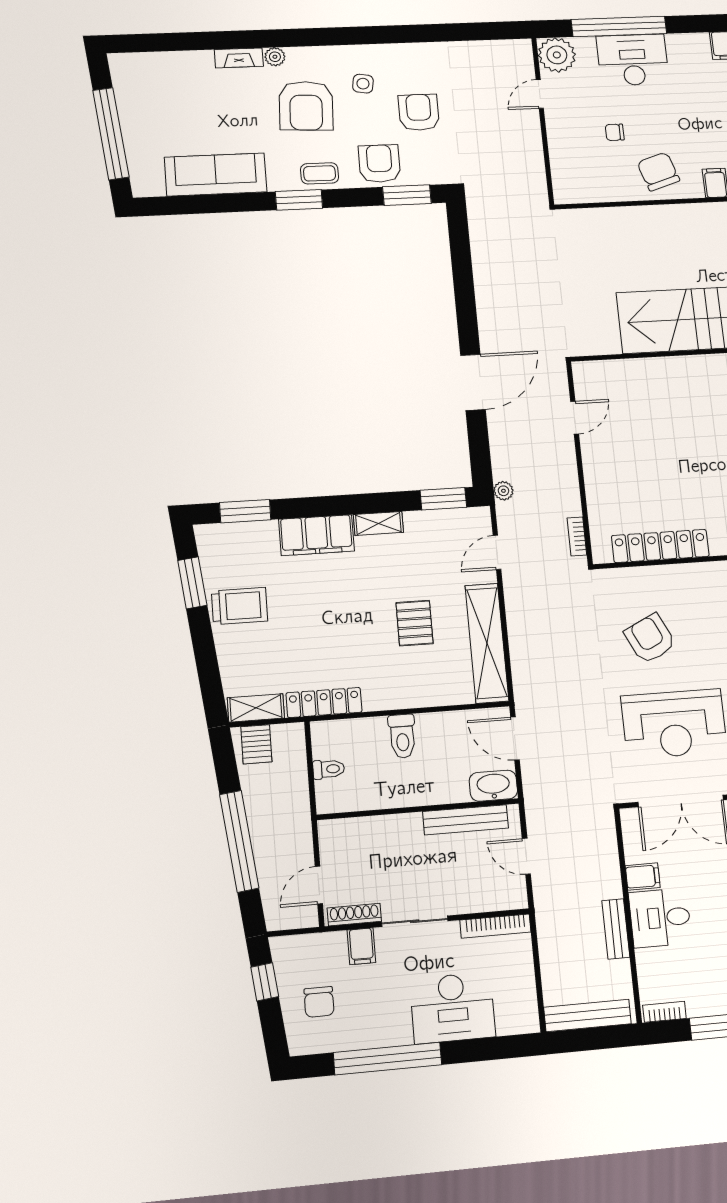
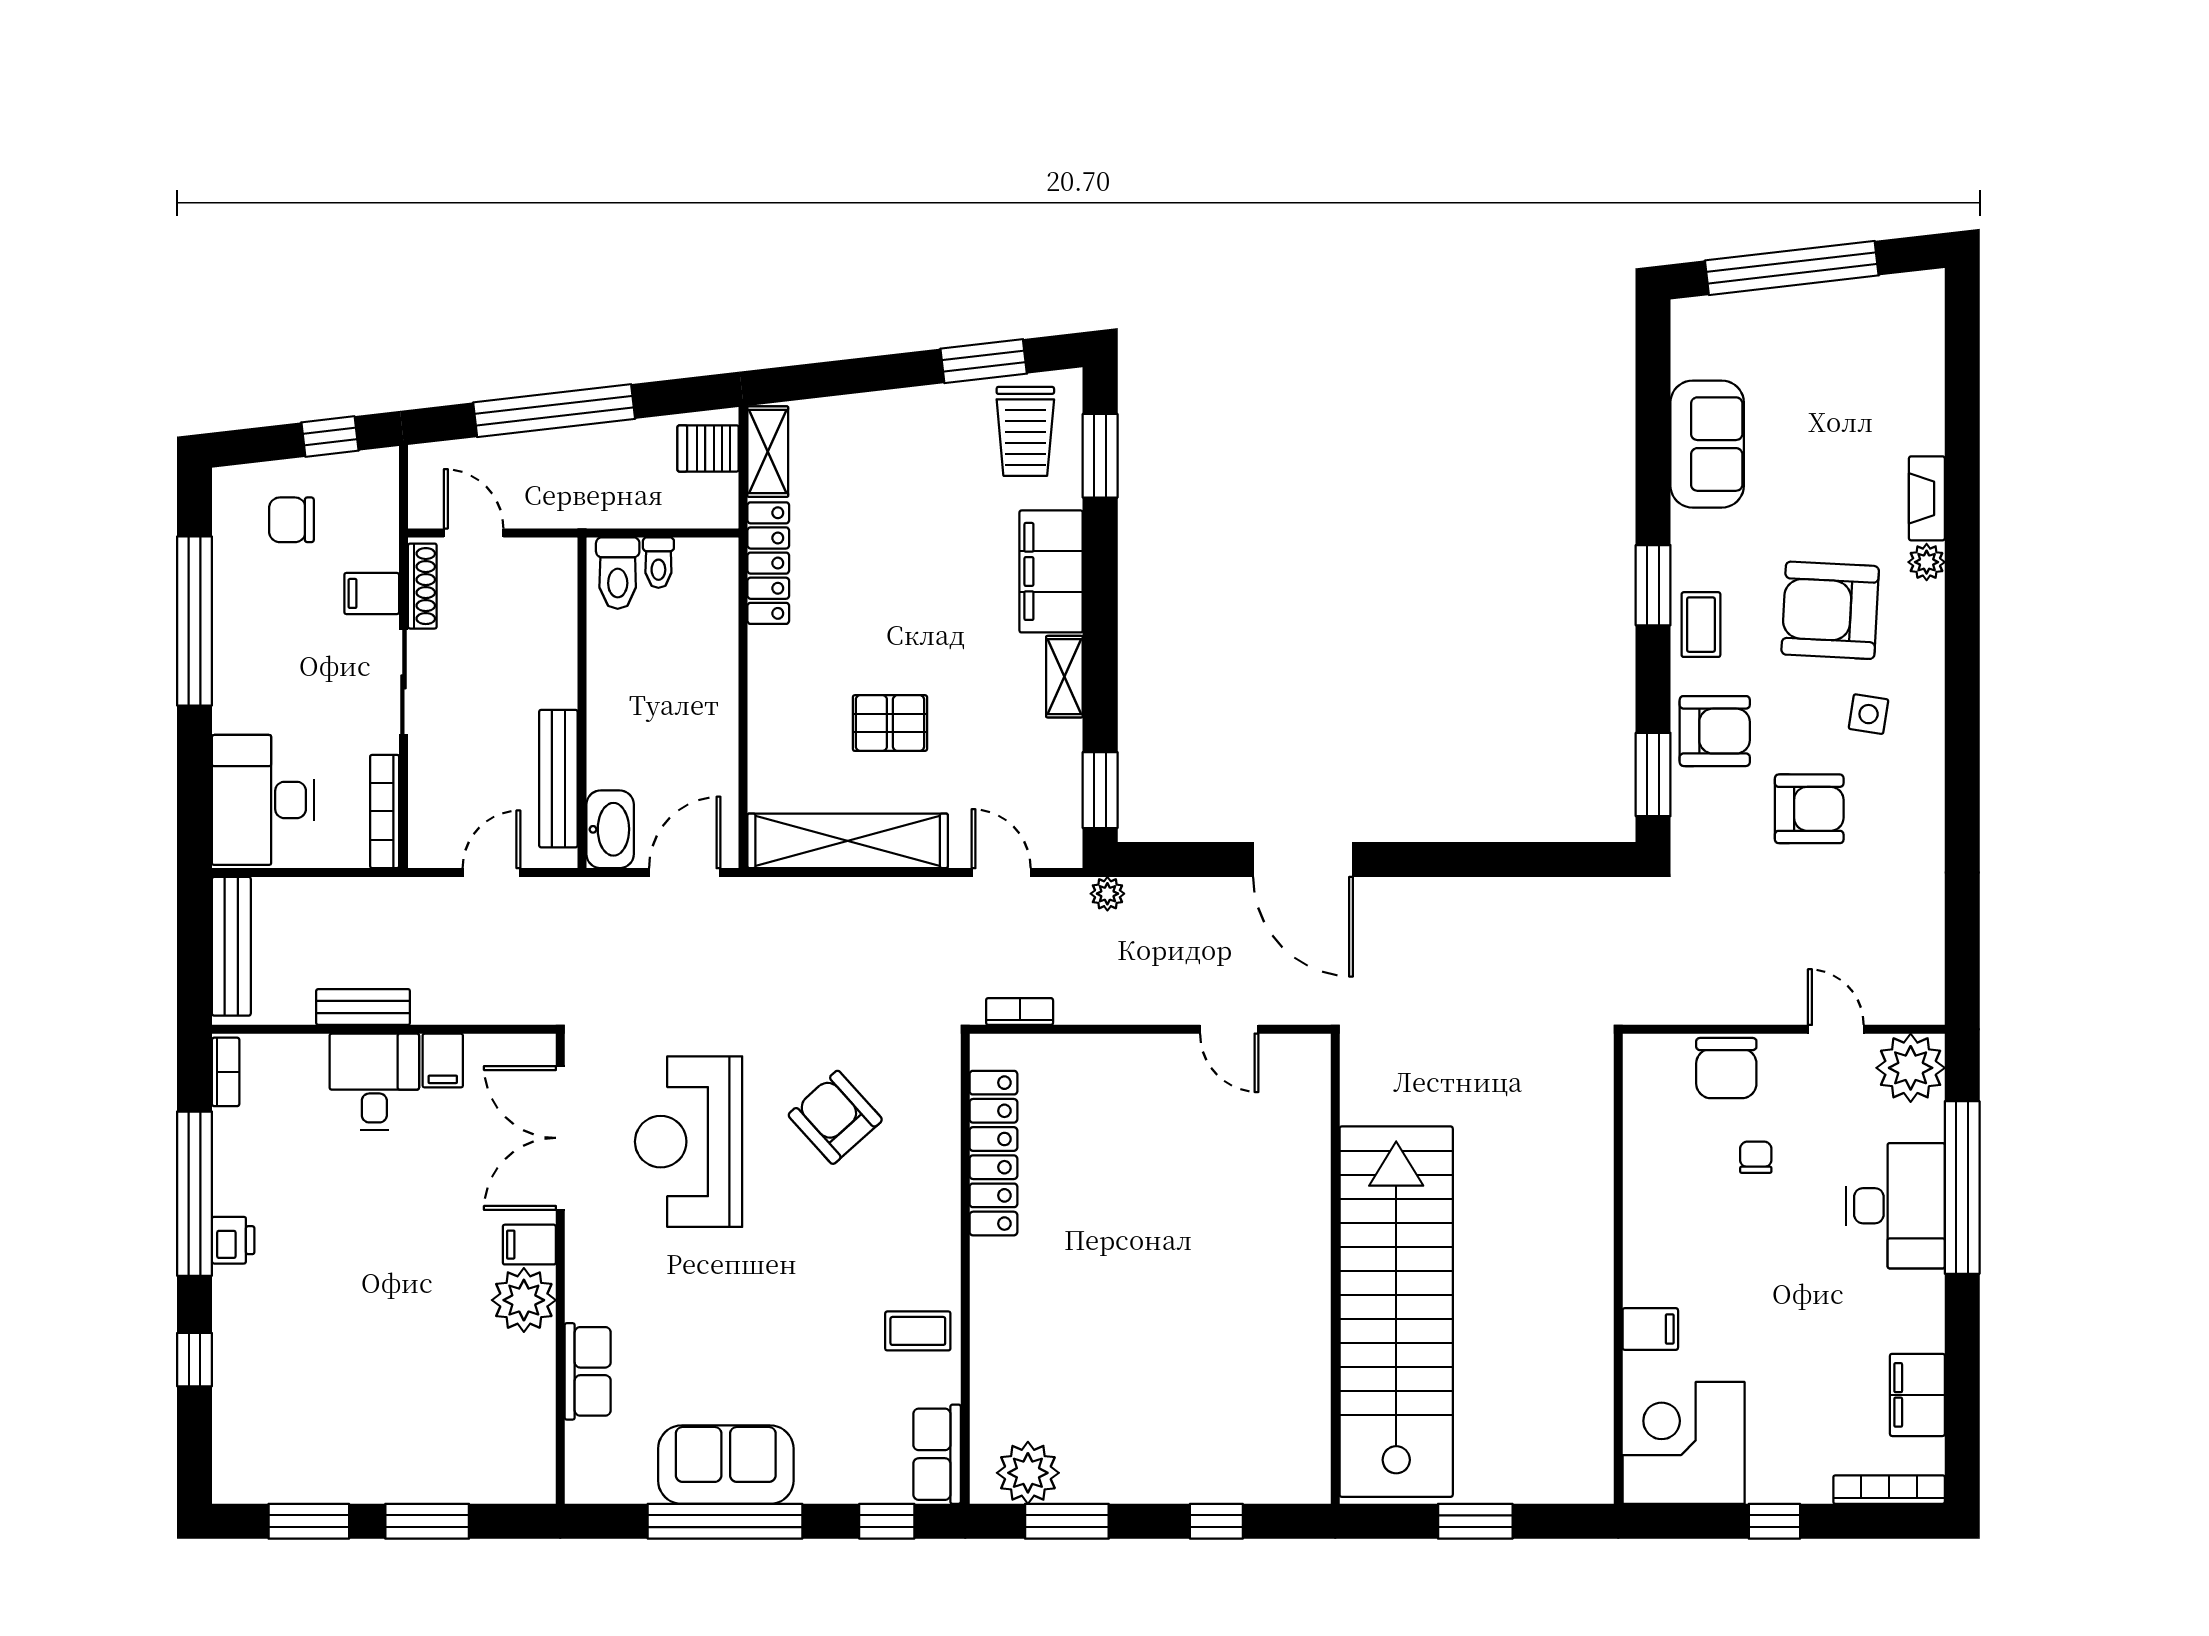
chair: (658, 172) -> (1726, 1068), moved, turned 108
sofa: (216, 174) -> (1707, 444), width x0.73
trolley: (240, 606) -> (1025, 431), moved
armchair: (650, 639) -> (835, 1117), turned -106
toilet: (402, 736) -> (618, 573), moved, turned -90
desk: (453, 1008) -> (263, 800), moved

